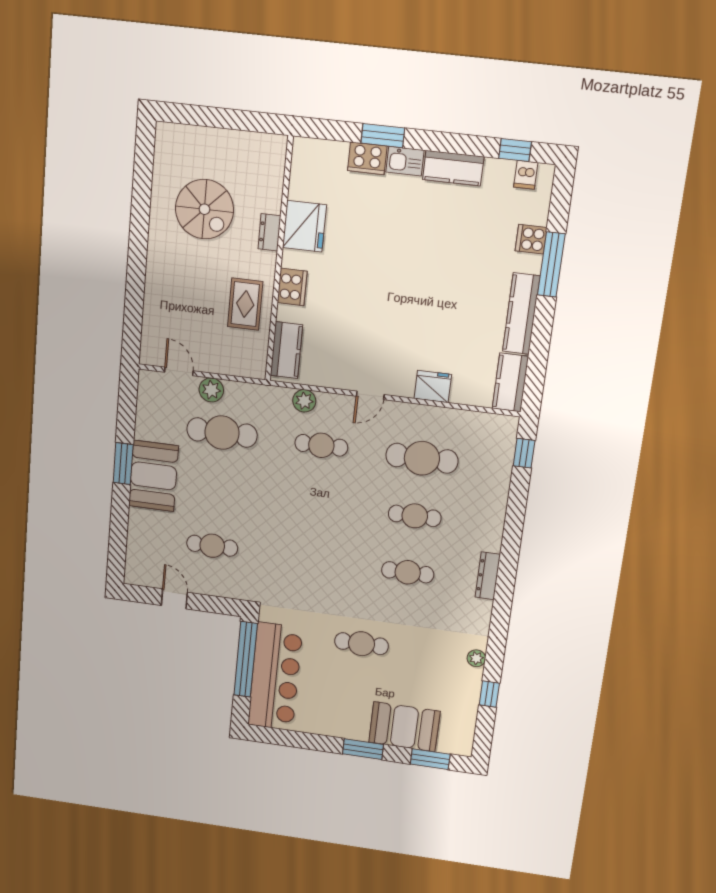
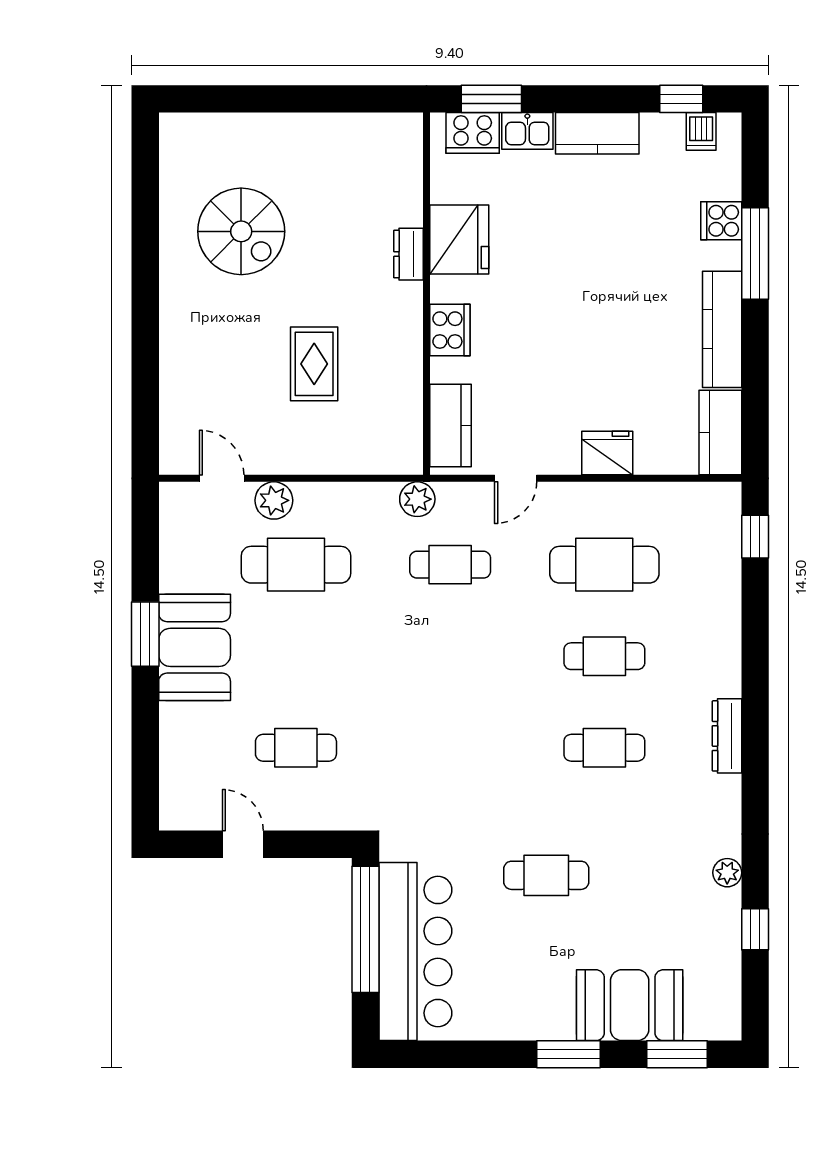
fridge: (304, 226) -> (459, 240), moved
dresser: (269, 232) -> (408, 254), moved
wall: (279, 261) -> (426, 294), moved
cooker: (292, 287) -> (450, 330), moved
kitchen counter: (286, 350) -> (450, 425), moved

